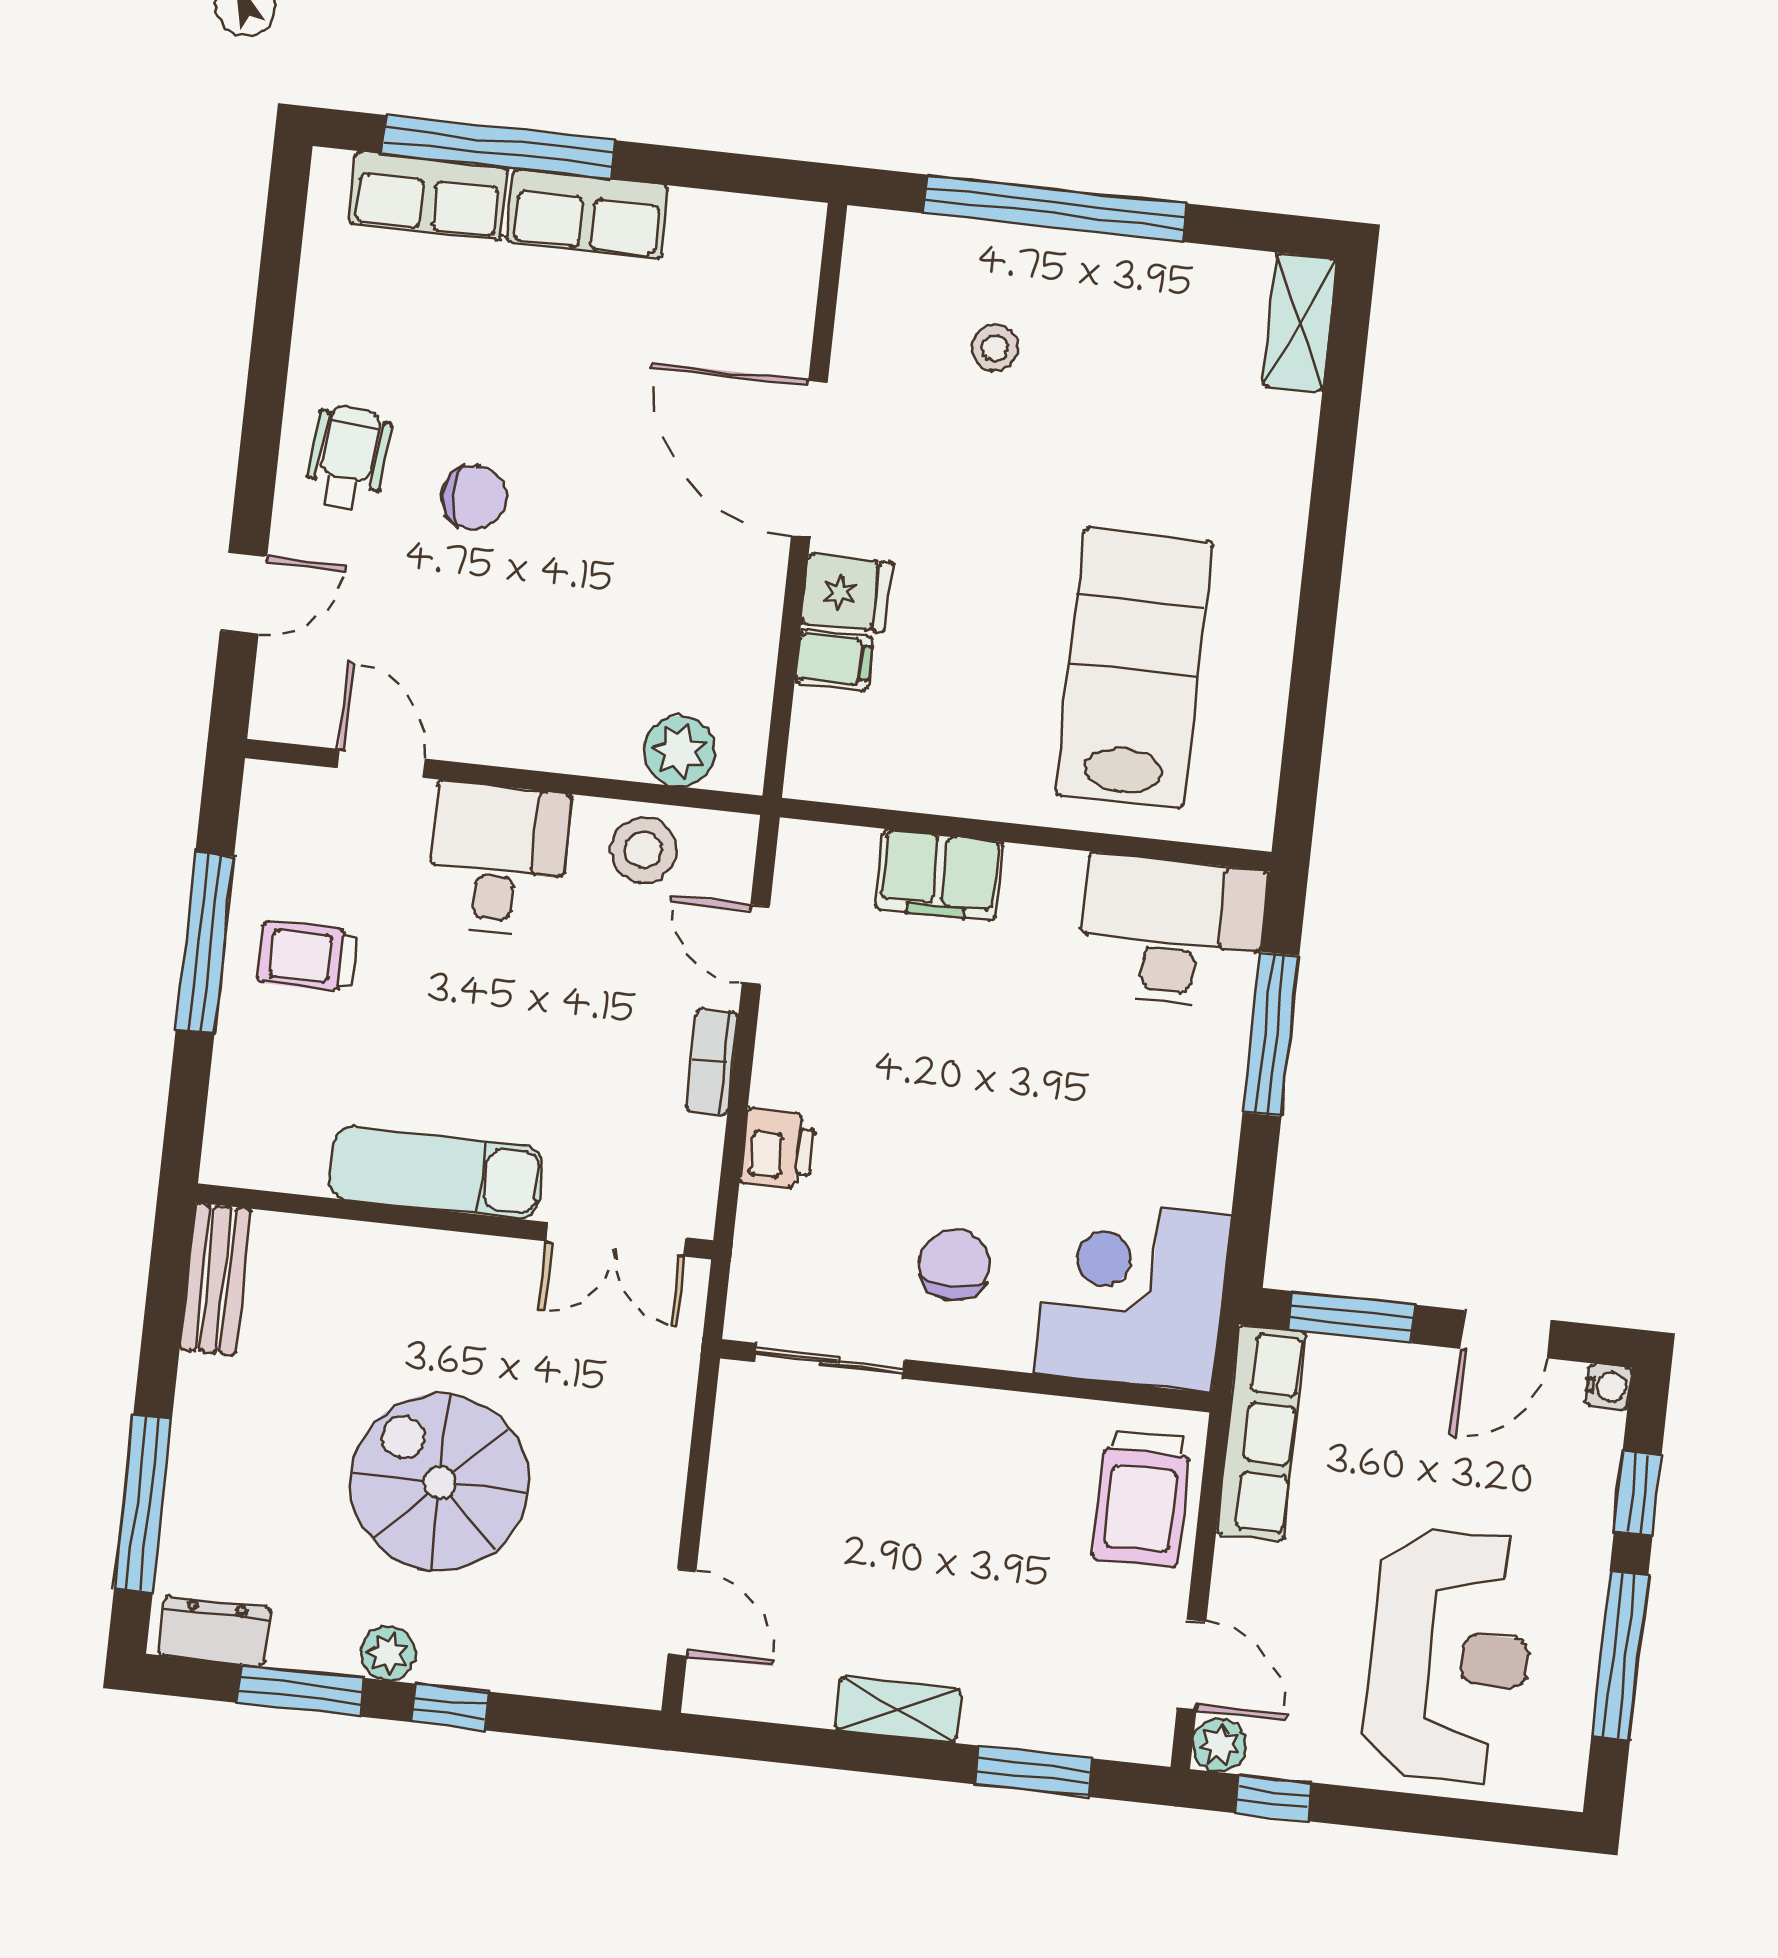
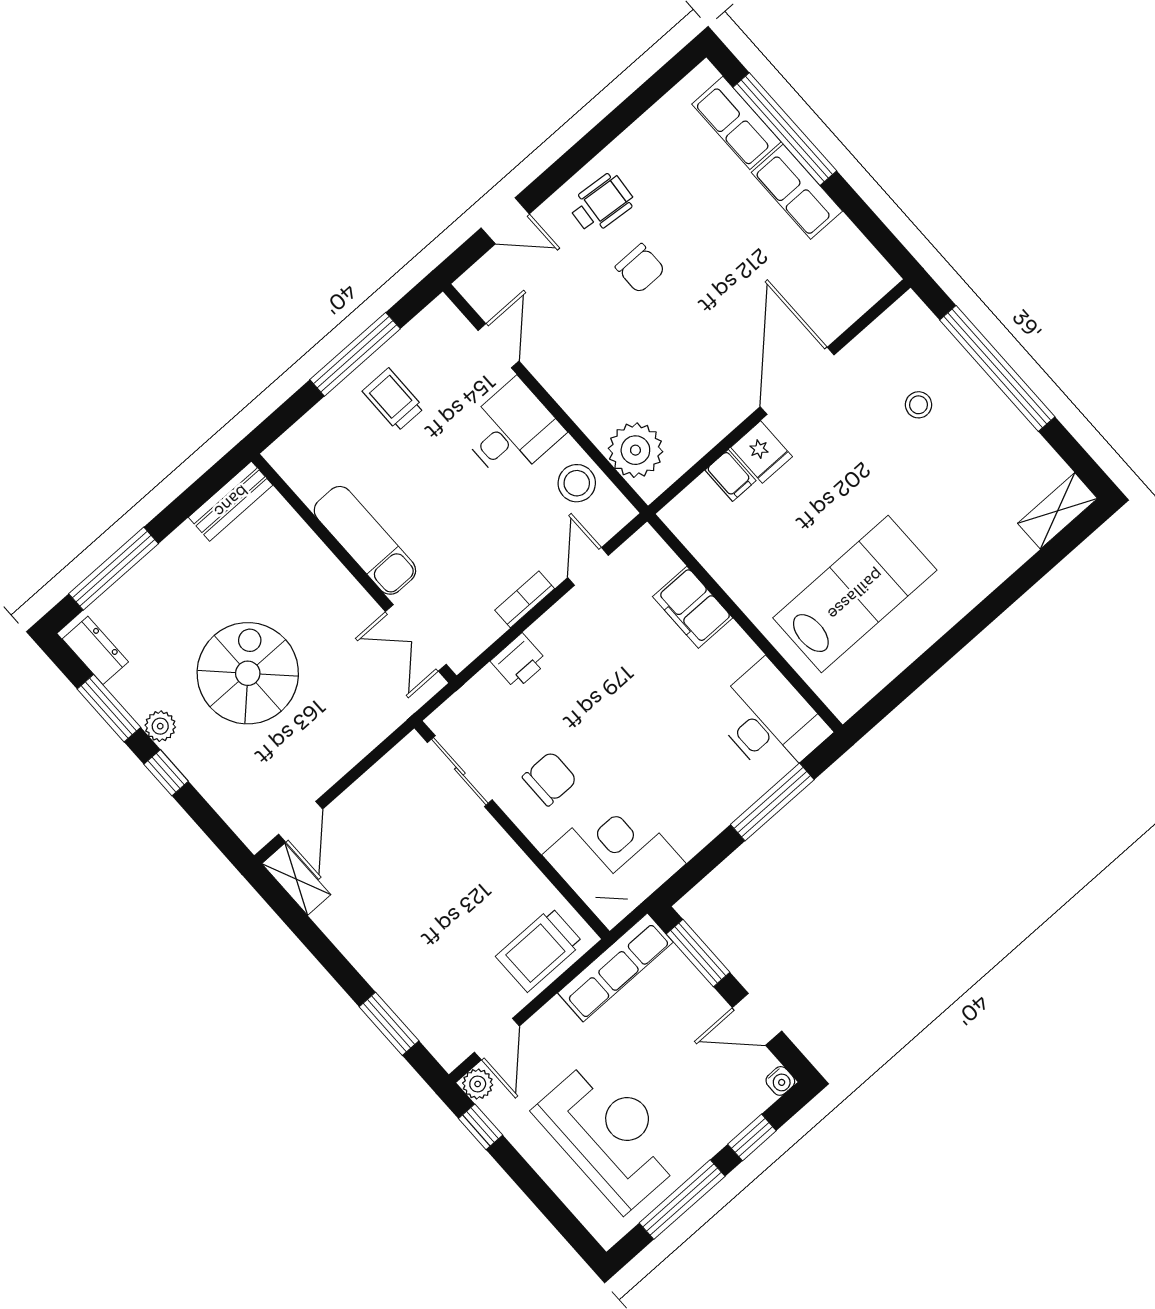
plant: (680, 751) -> (635, 450), width x1.36, depth x1.36
reception desk: (1450, 1656) -> (610, 1134), turned -90
shelving: (898, 1709) -> (296, 879), moved

